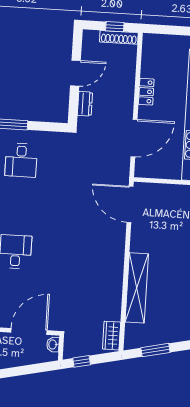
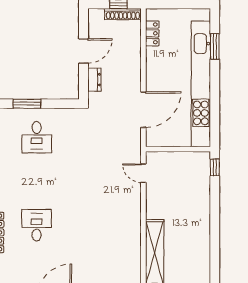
locker: (146, 92) -> (152, 33), moved
door: (130, 204) -> (143, 173), width x0.53

